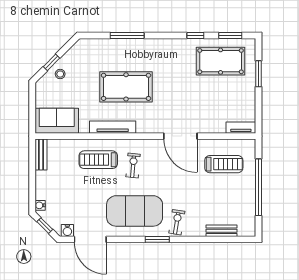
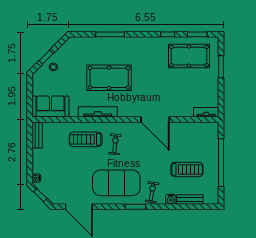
treadmill: (224, 164) -> (187, 169), moved
water cooler: (67, 230) -> (171, 199), moved

